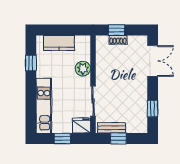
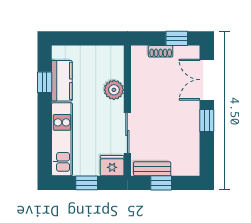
window: (116, 30) -> (177, 38), moved
kitchen counter: (59, 43) -> (62, 81), moved, turned -90
double door: (153, 61) -> (207, 80), swing flipped
window: (153, 109) -> (207, 120), moved

